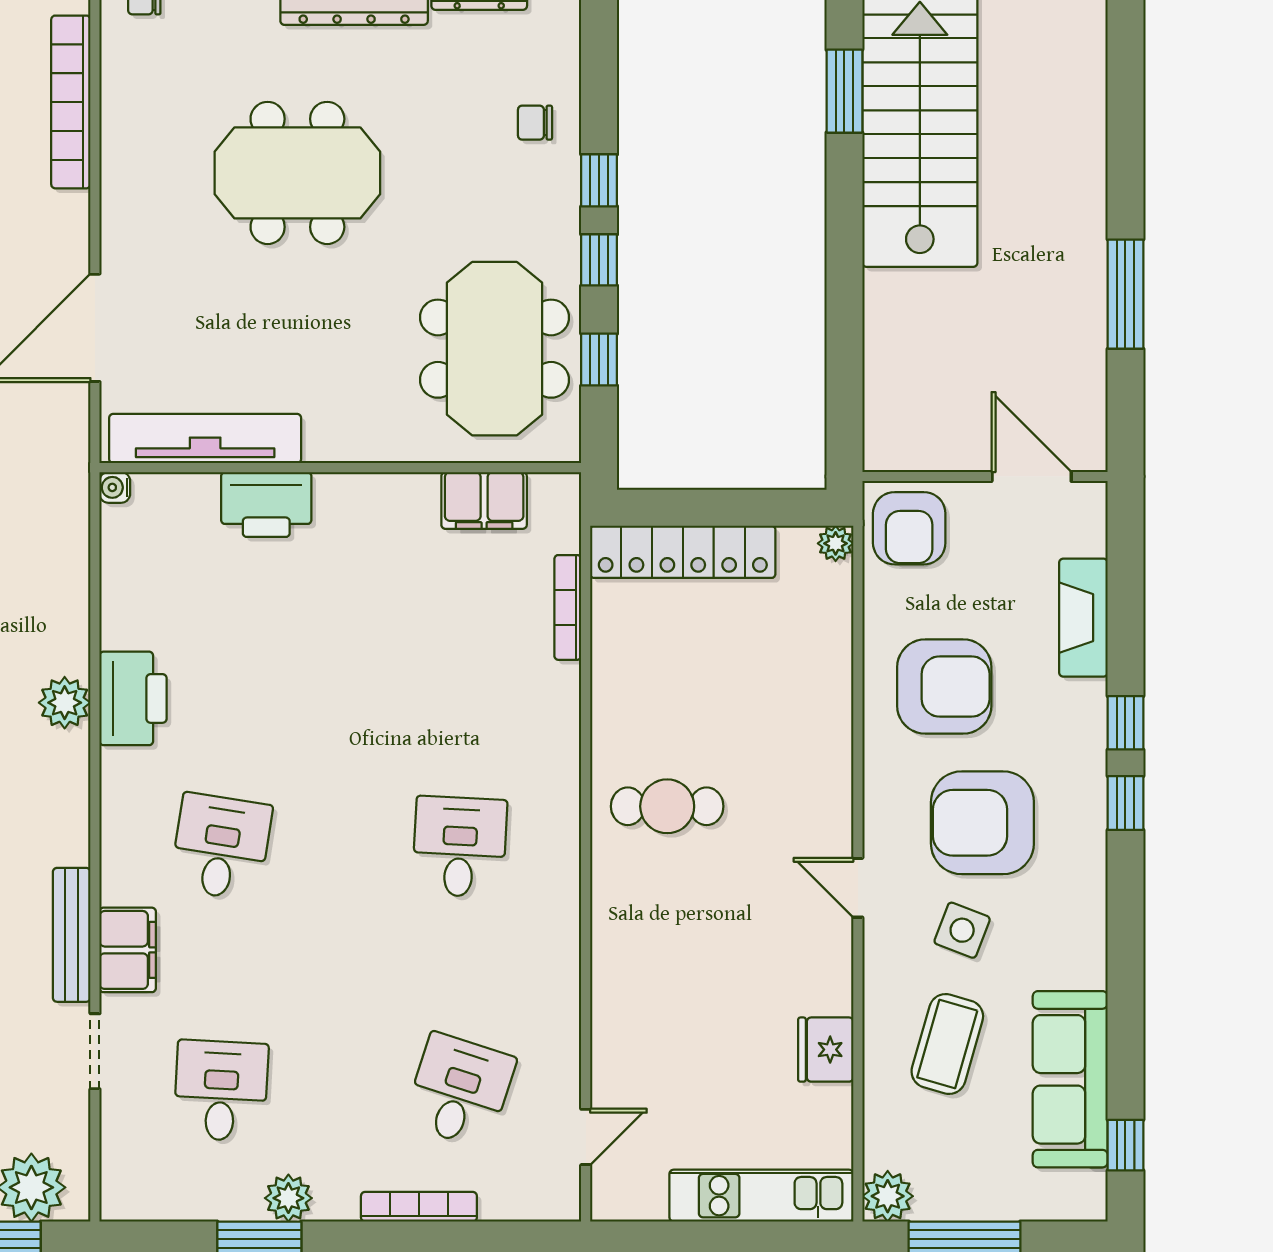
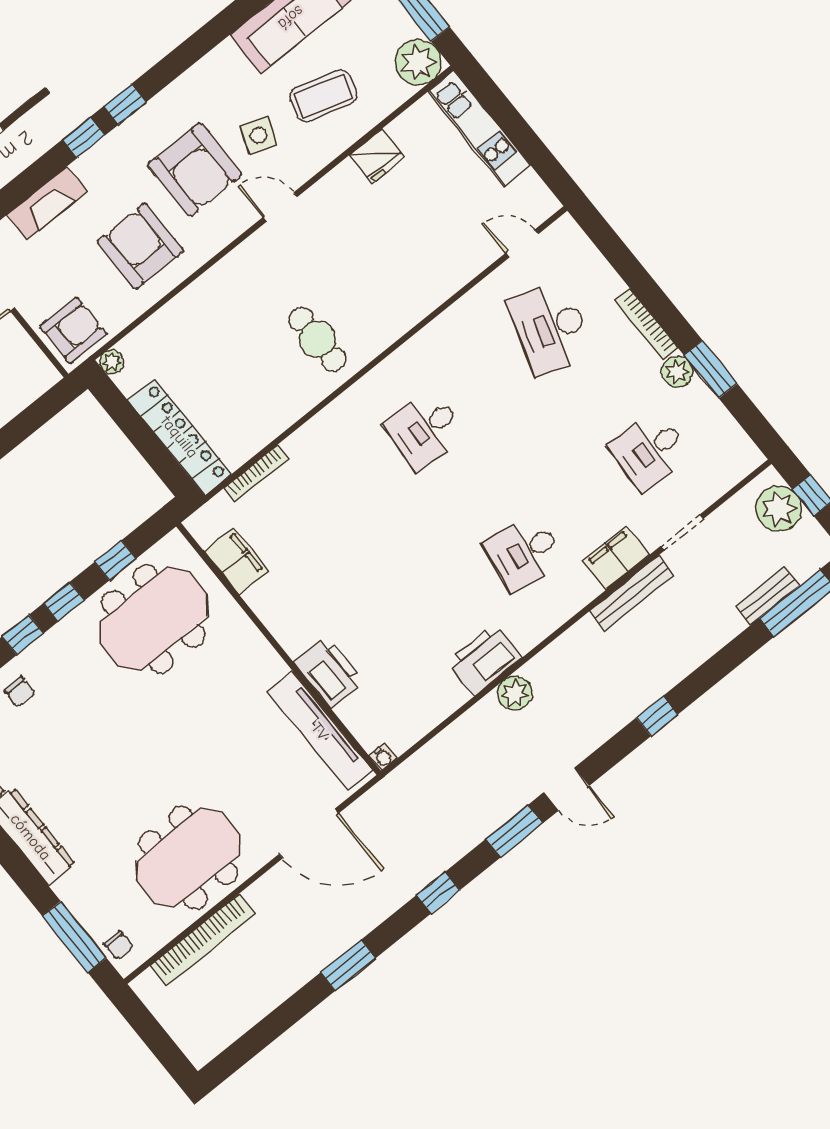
meeting table: (297, 173) -> (188, 858), moved, turned 90
door: (858, 888) -> (280, 207), swing flipped
desk: (460, 1091) -> (551, 328), width x1.37
plant: (888, 1196) -> (418, 62), width x1.36, depth x1.36
bookcase: (419, 1207) -> (646, 324), moved

